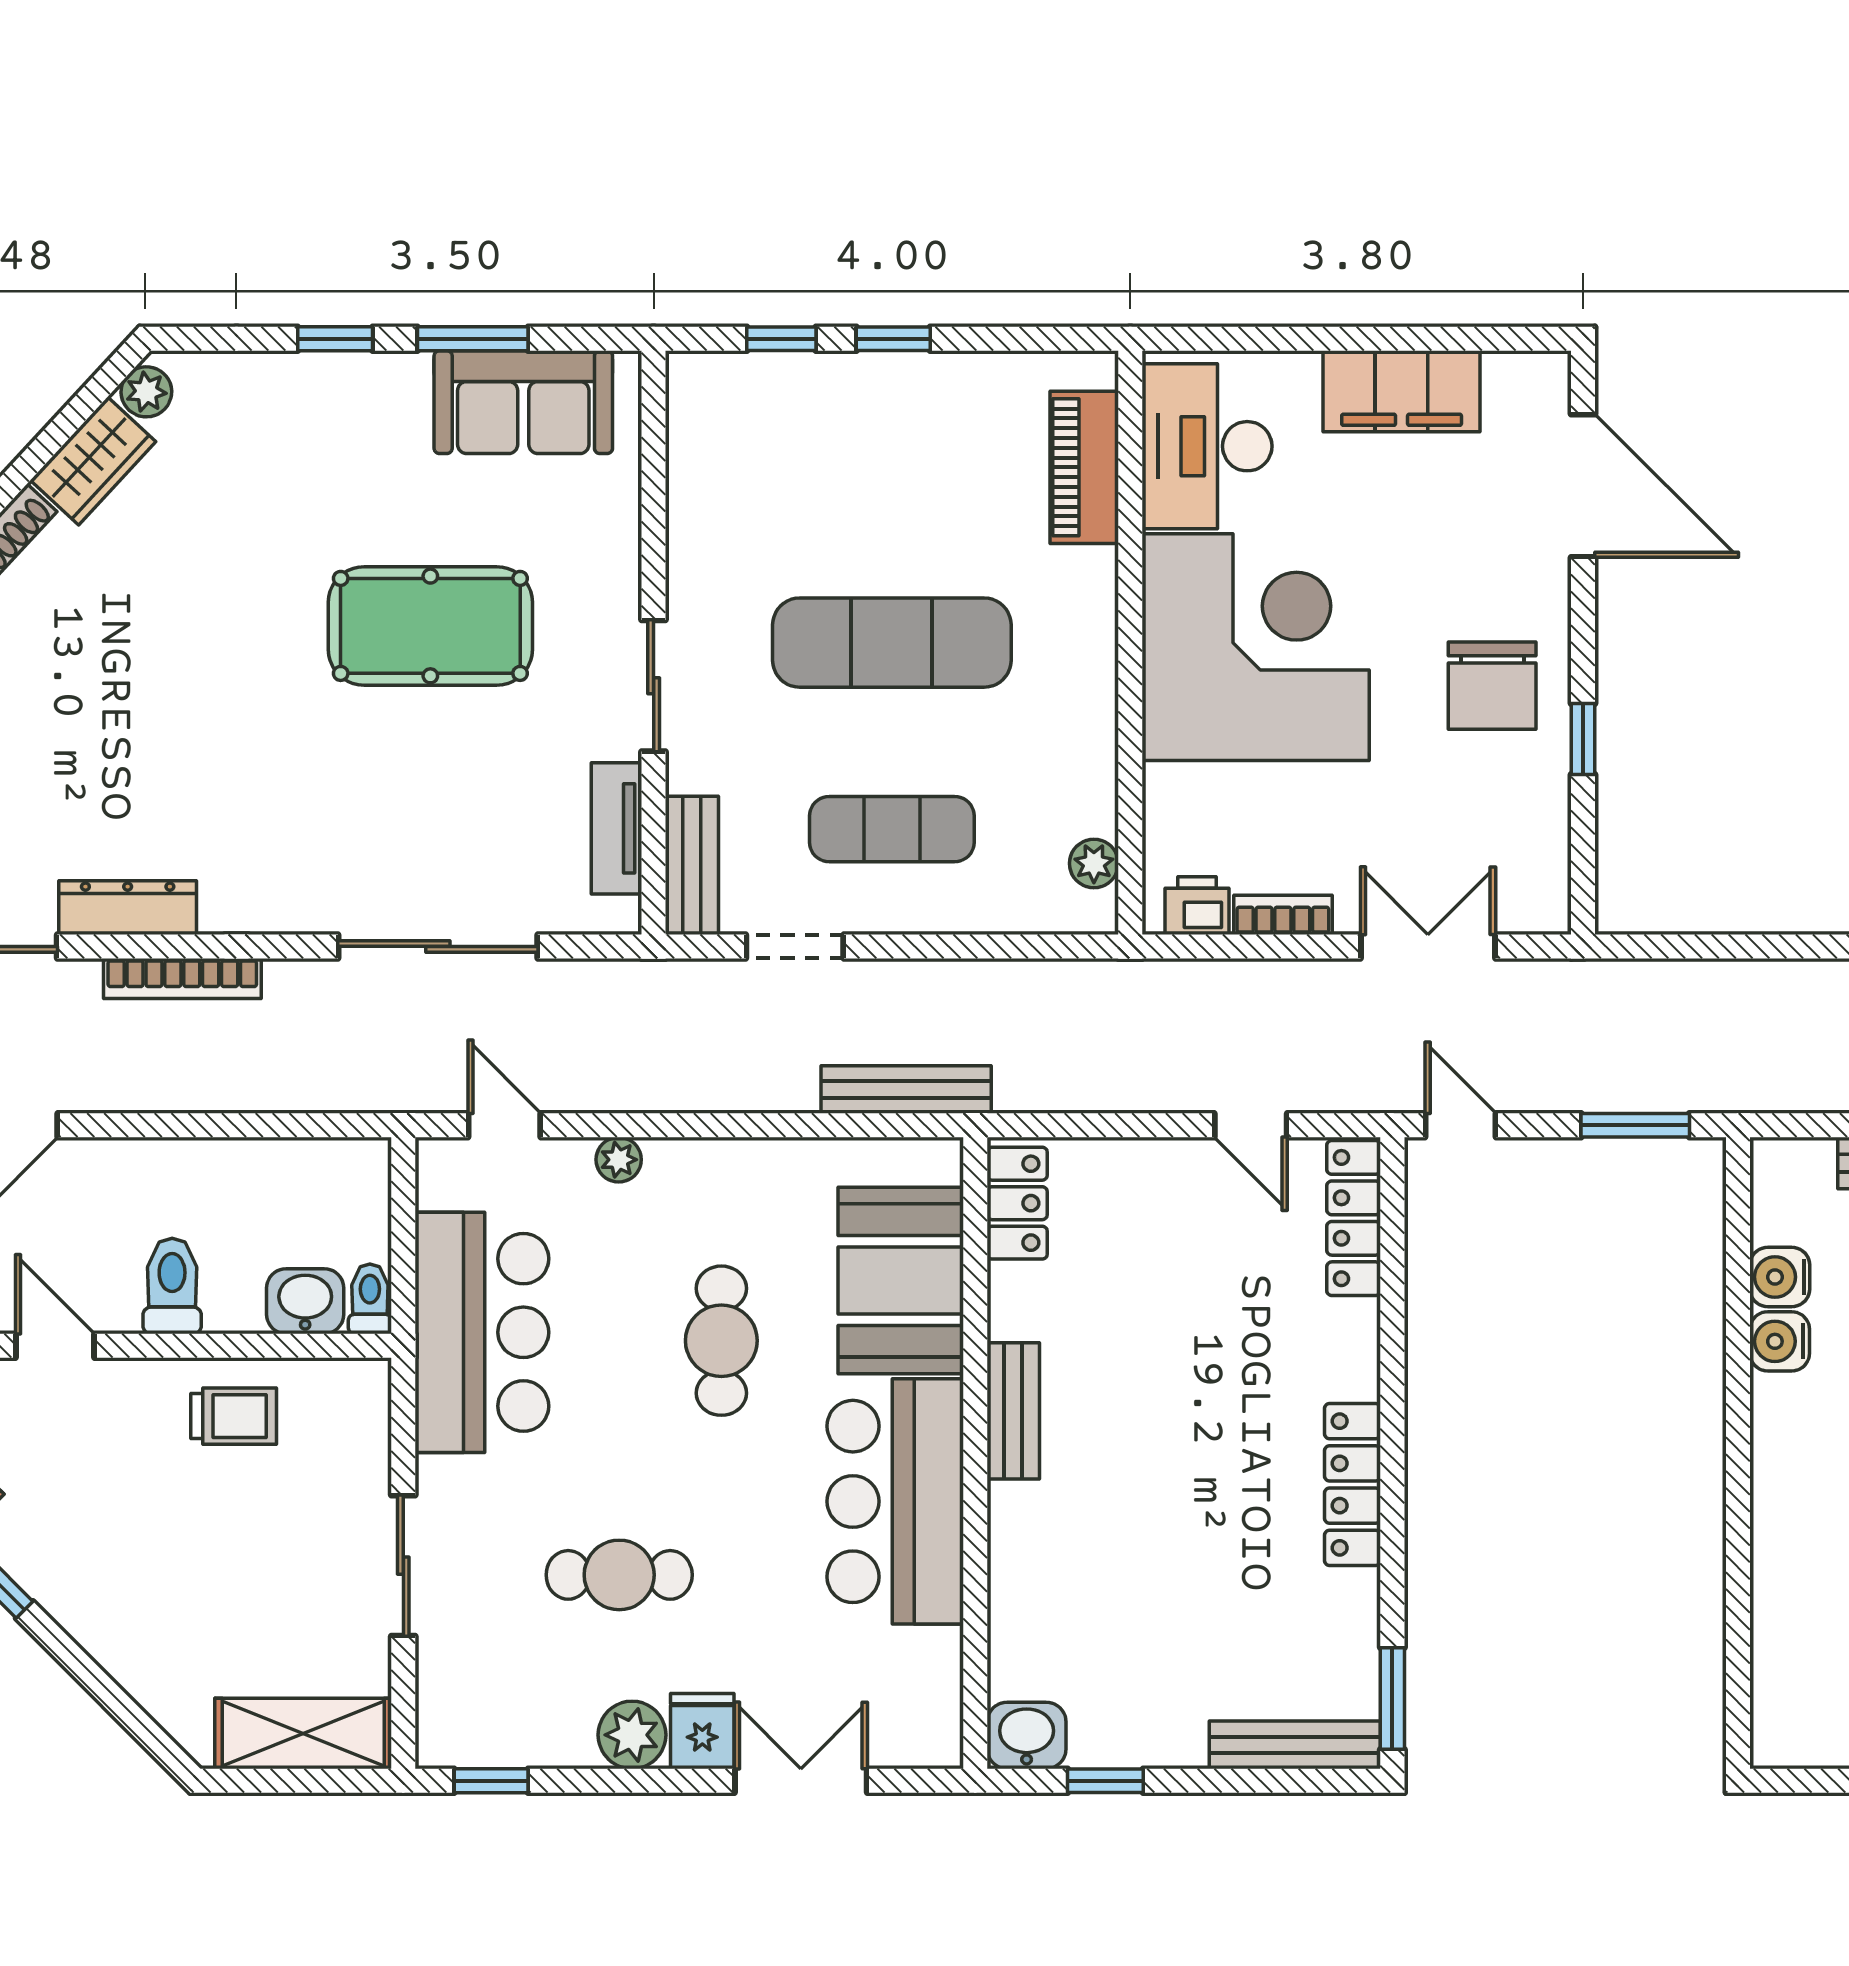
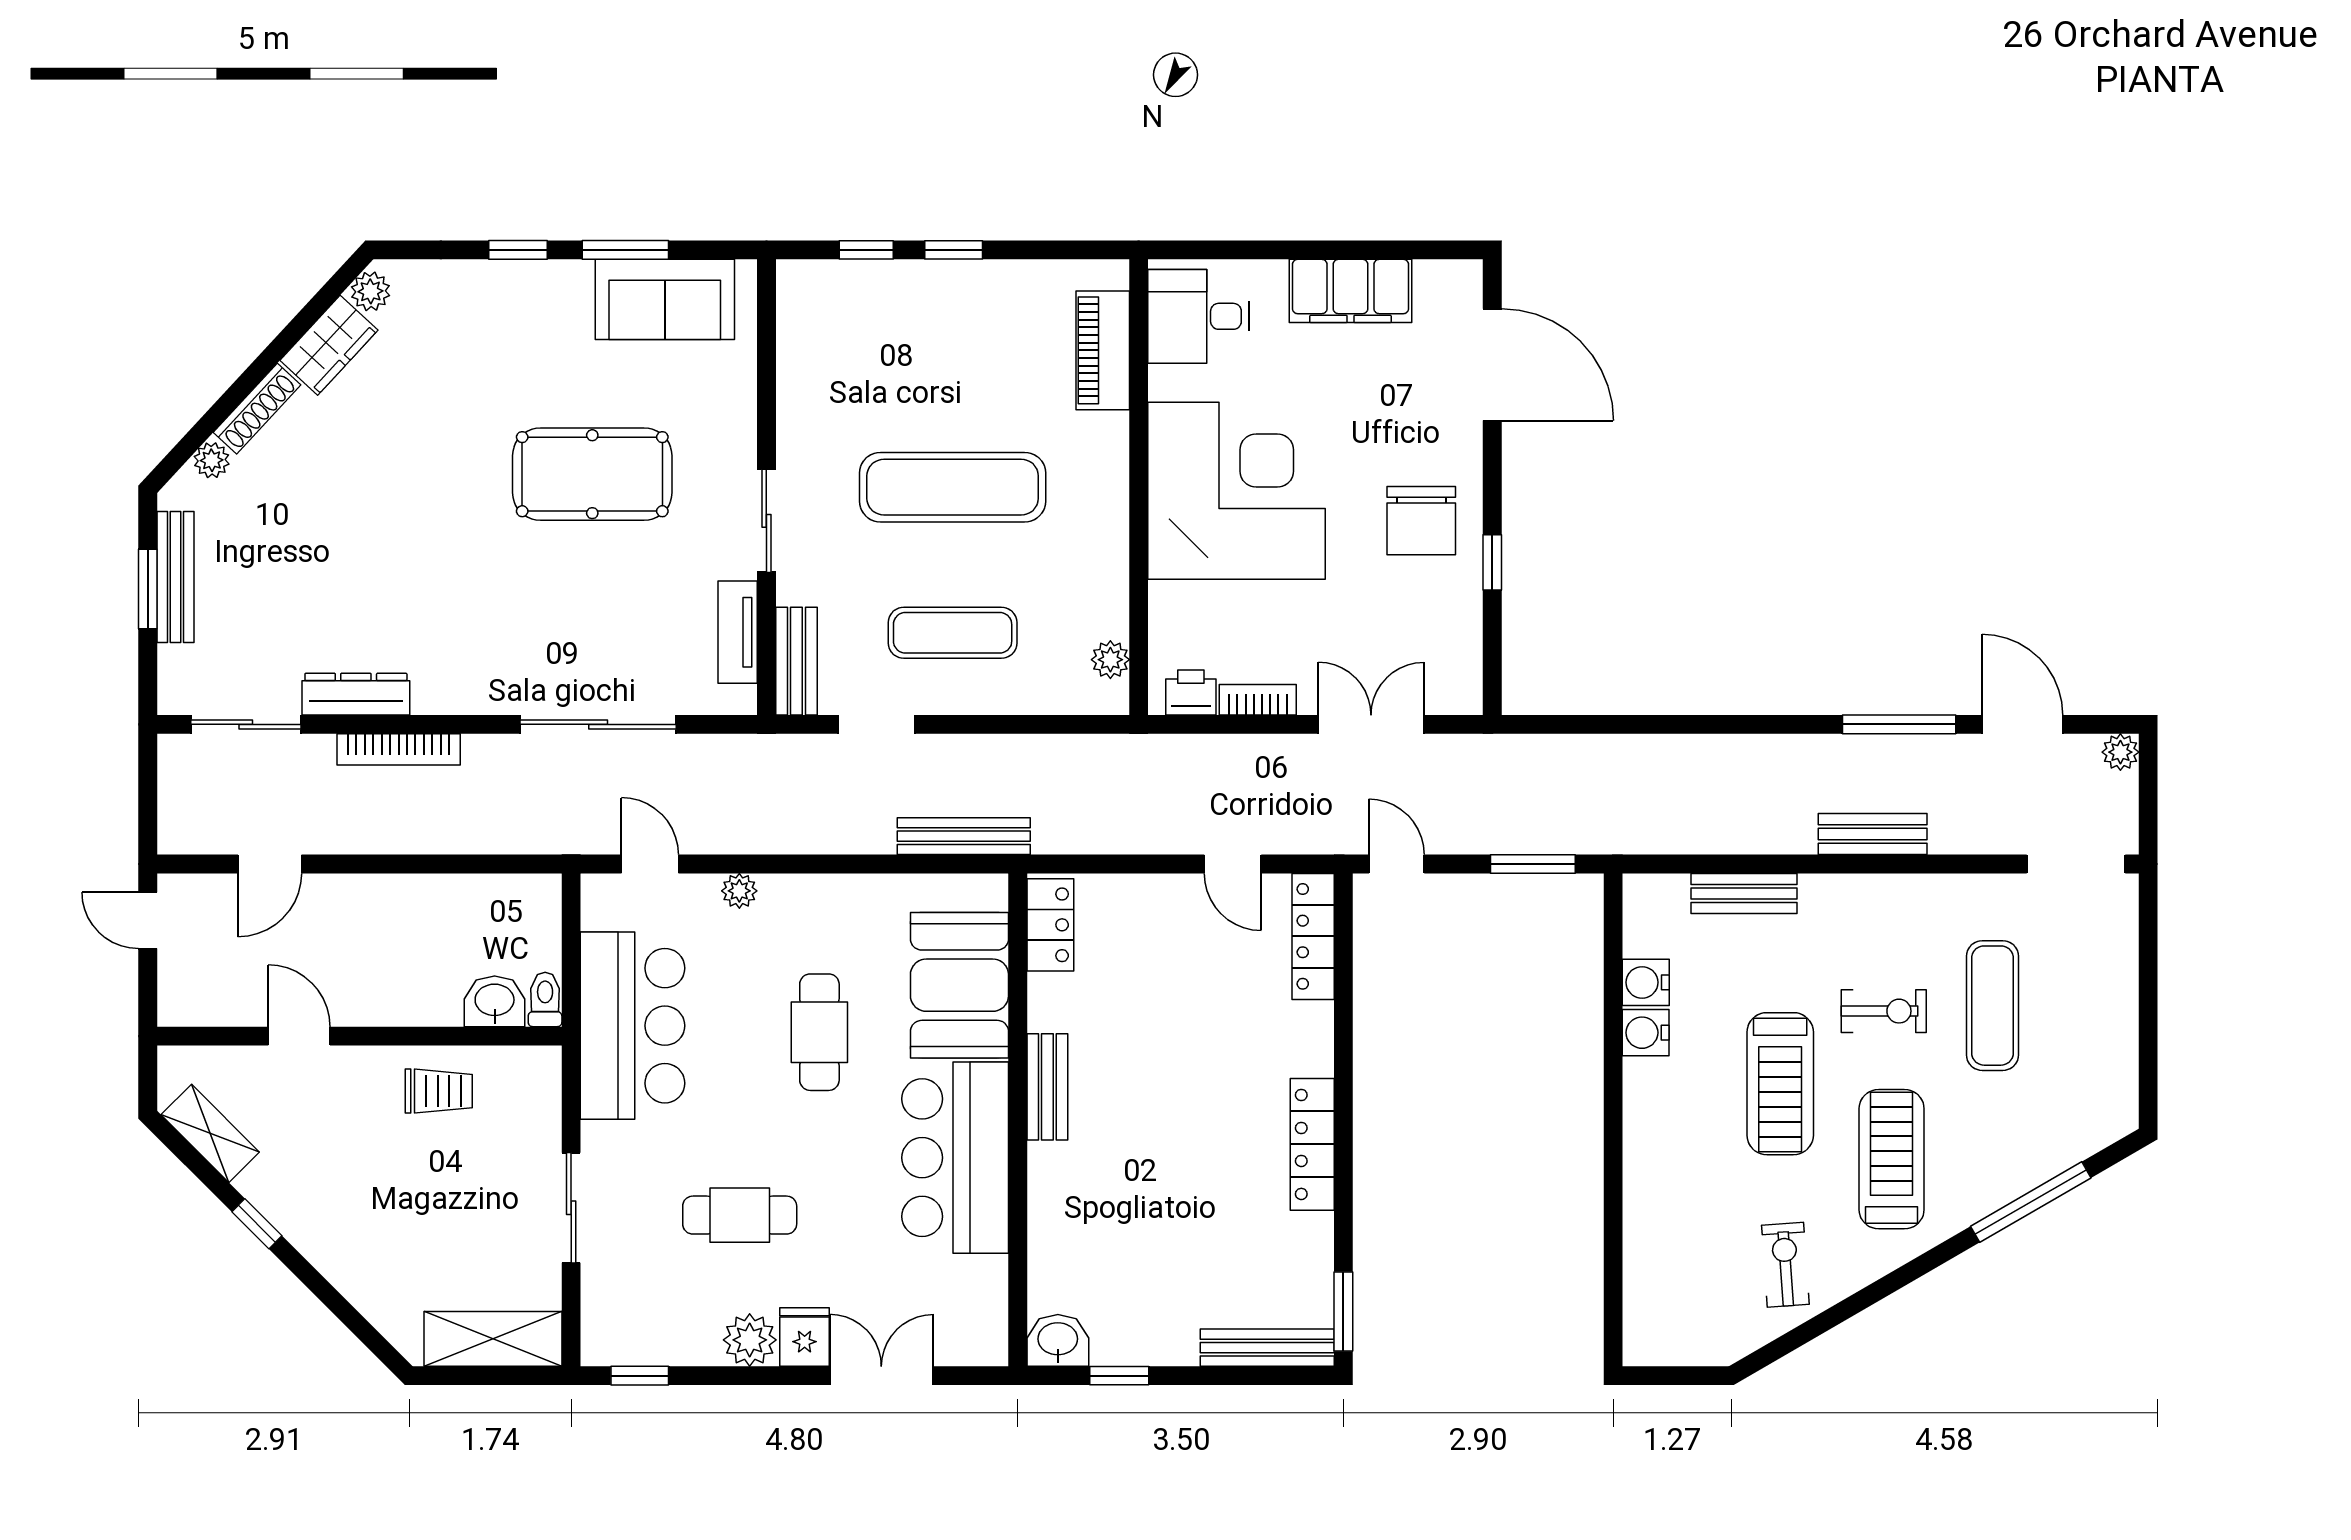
desk: (1207, 446) -> (1199, 316), width x0.73
toilet: (172, 1286) -> (391, 989), removed

